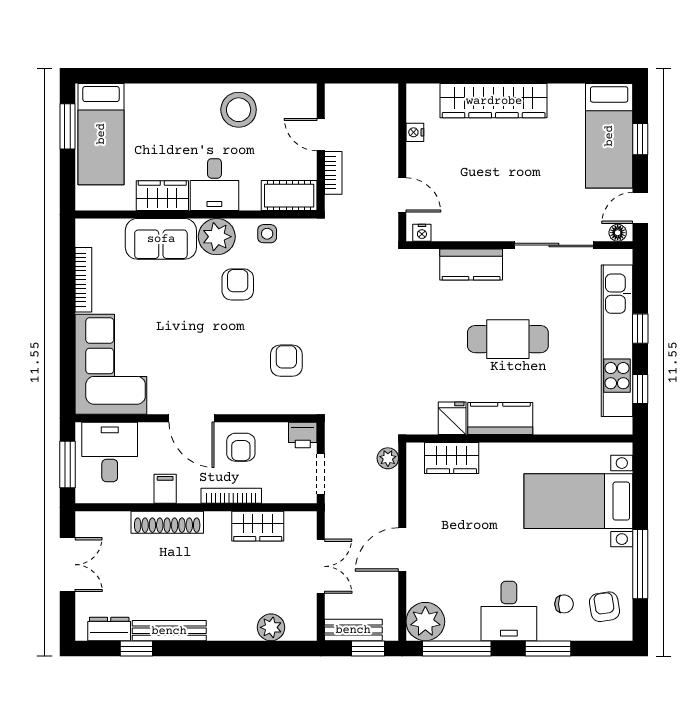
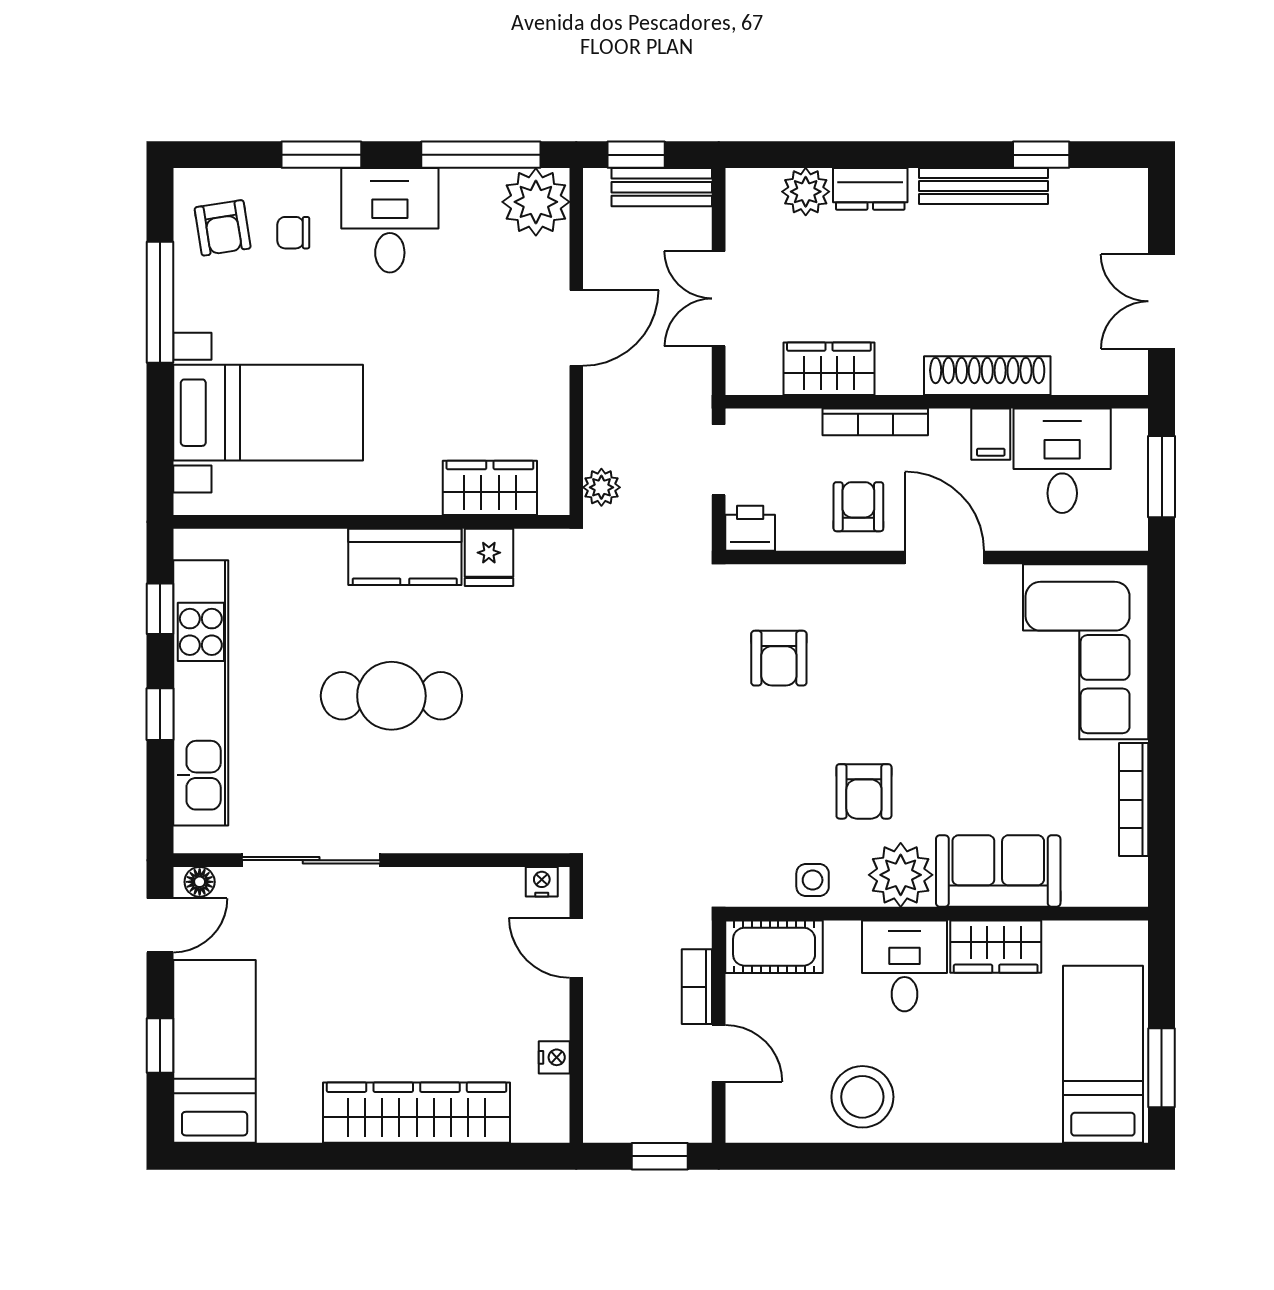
window: (354, 76) -> (660, 1156), added
kitchen counter: (471, 265) -> (456, 826), removed
desk: (110, 452) -> (1062, 461), moved, turned 180
dresser: (109, 629) -> (870, 189), moved

